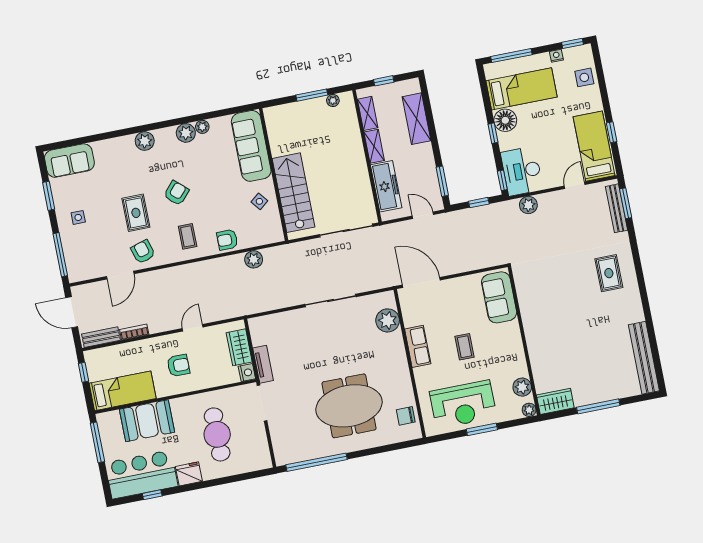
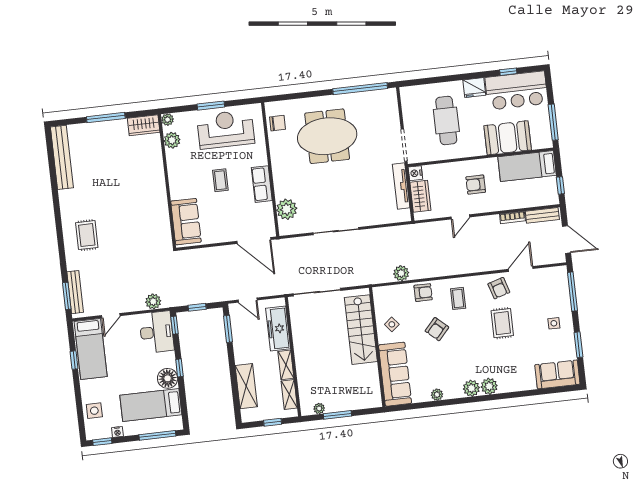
plant: (186, 133) -> (471, 388), moved
armchair: (176, 193) -> (437, 329), moved
tv unit: (263, 364) -> (401, 186), width x1.41

